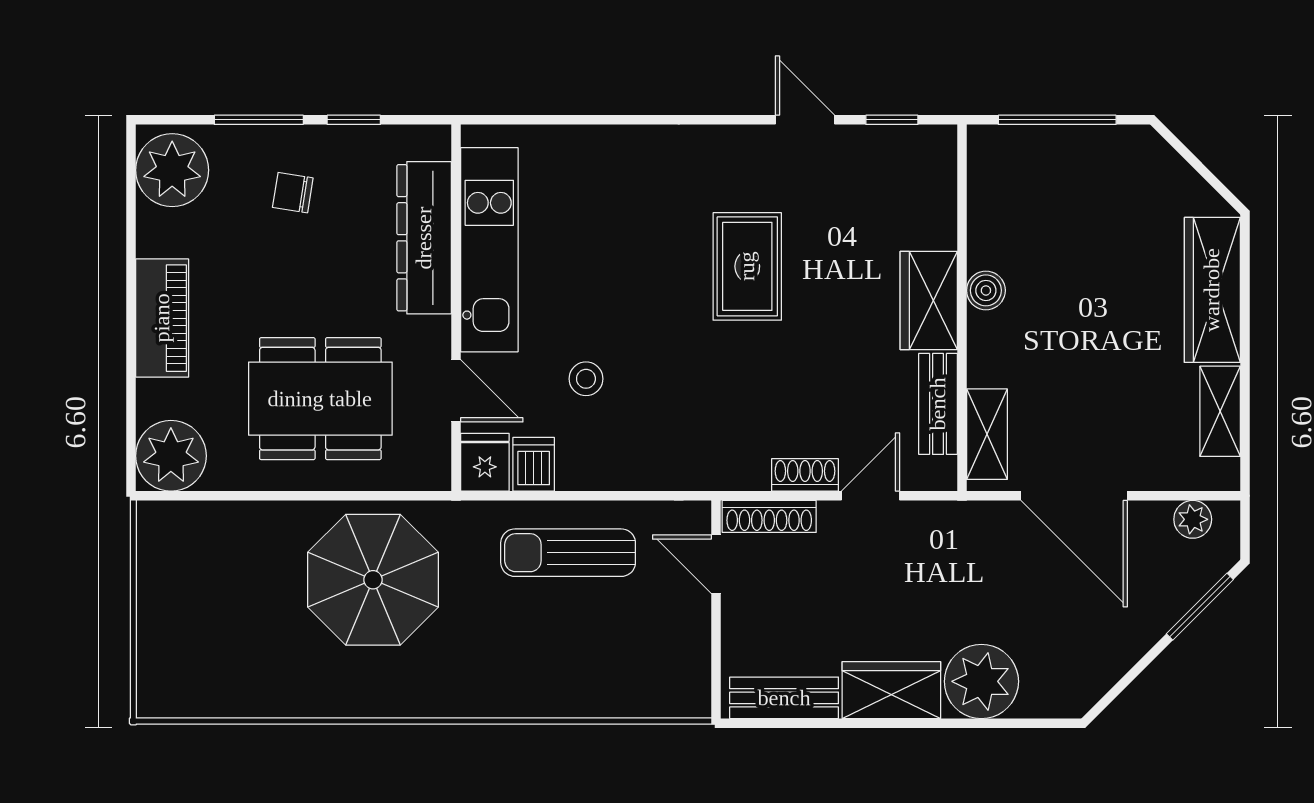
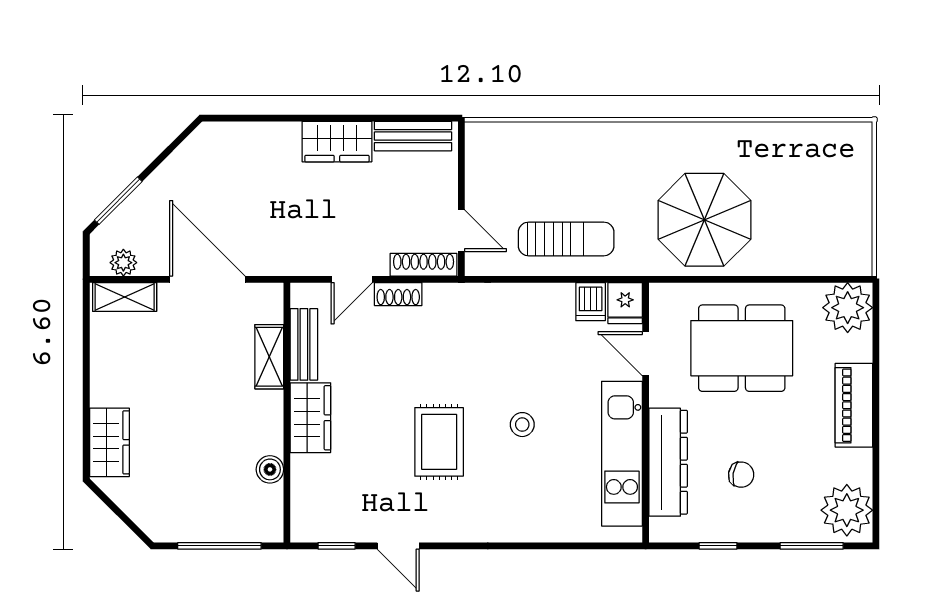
window: (259, 120) -> (812, 546), moved
chair: (293, 193) -> (741, 475), moved
boiler: (986, 290) -> (270, 469), moved
wardrobe: (1212, 290) -> (109, 442), width x0.67
stool: (586, 379) -> (522, 425), moved
shelving: (1220, 411) -> (125, 297), moved, turned 90
shelving: (987, 434) -> (269, 357), moved
plant: (981, 681) -> (273, 148), removed

